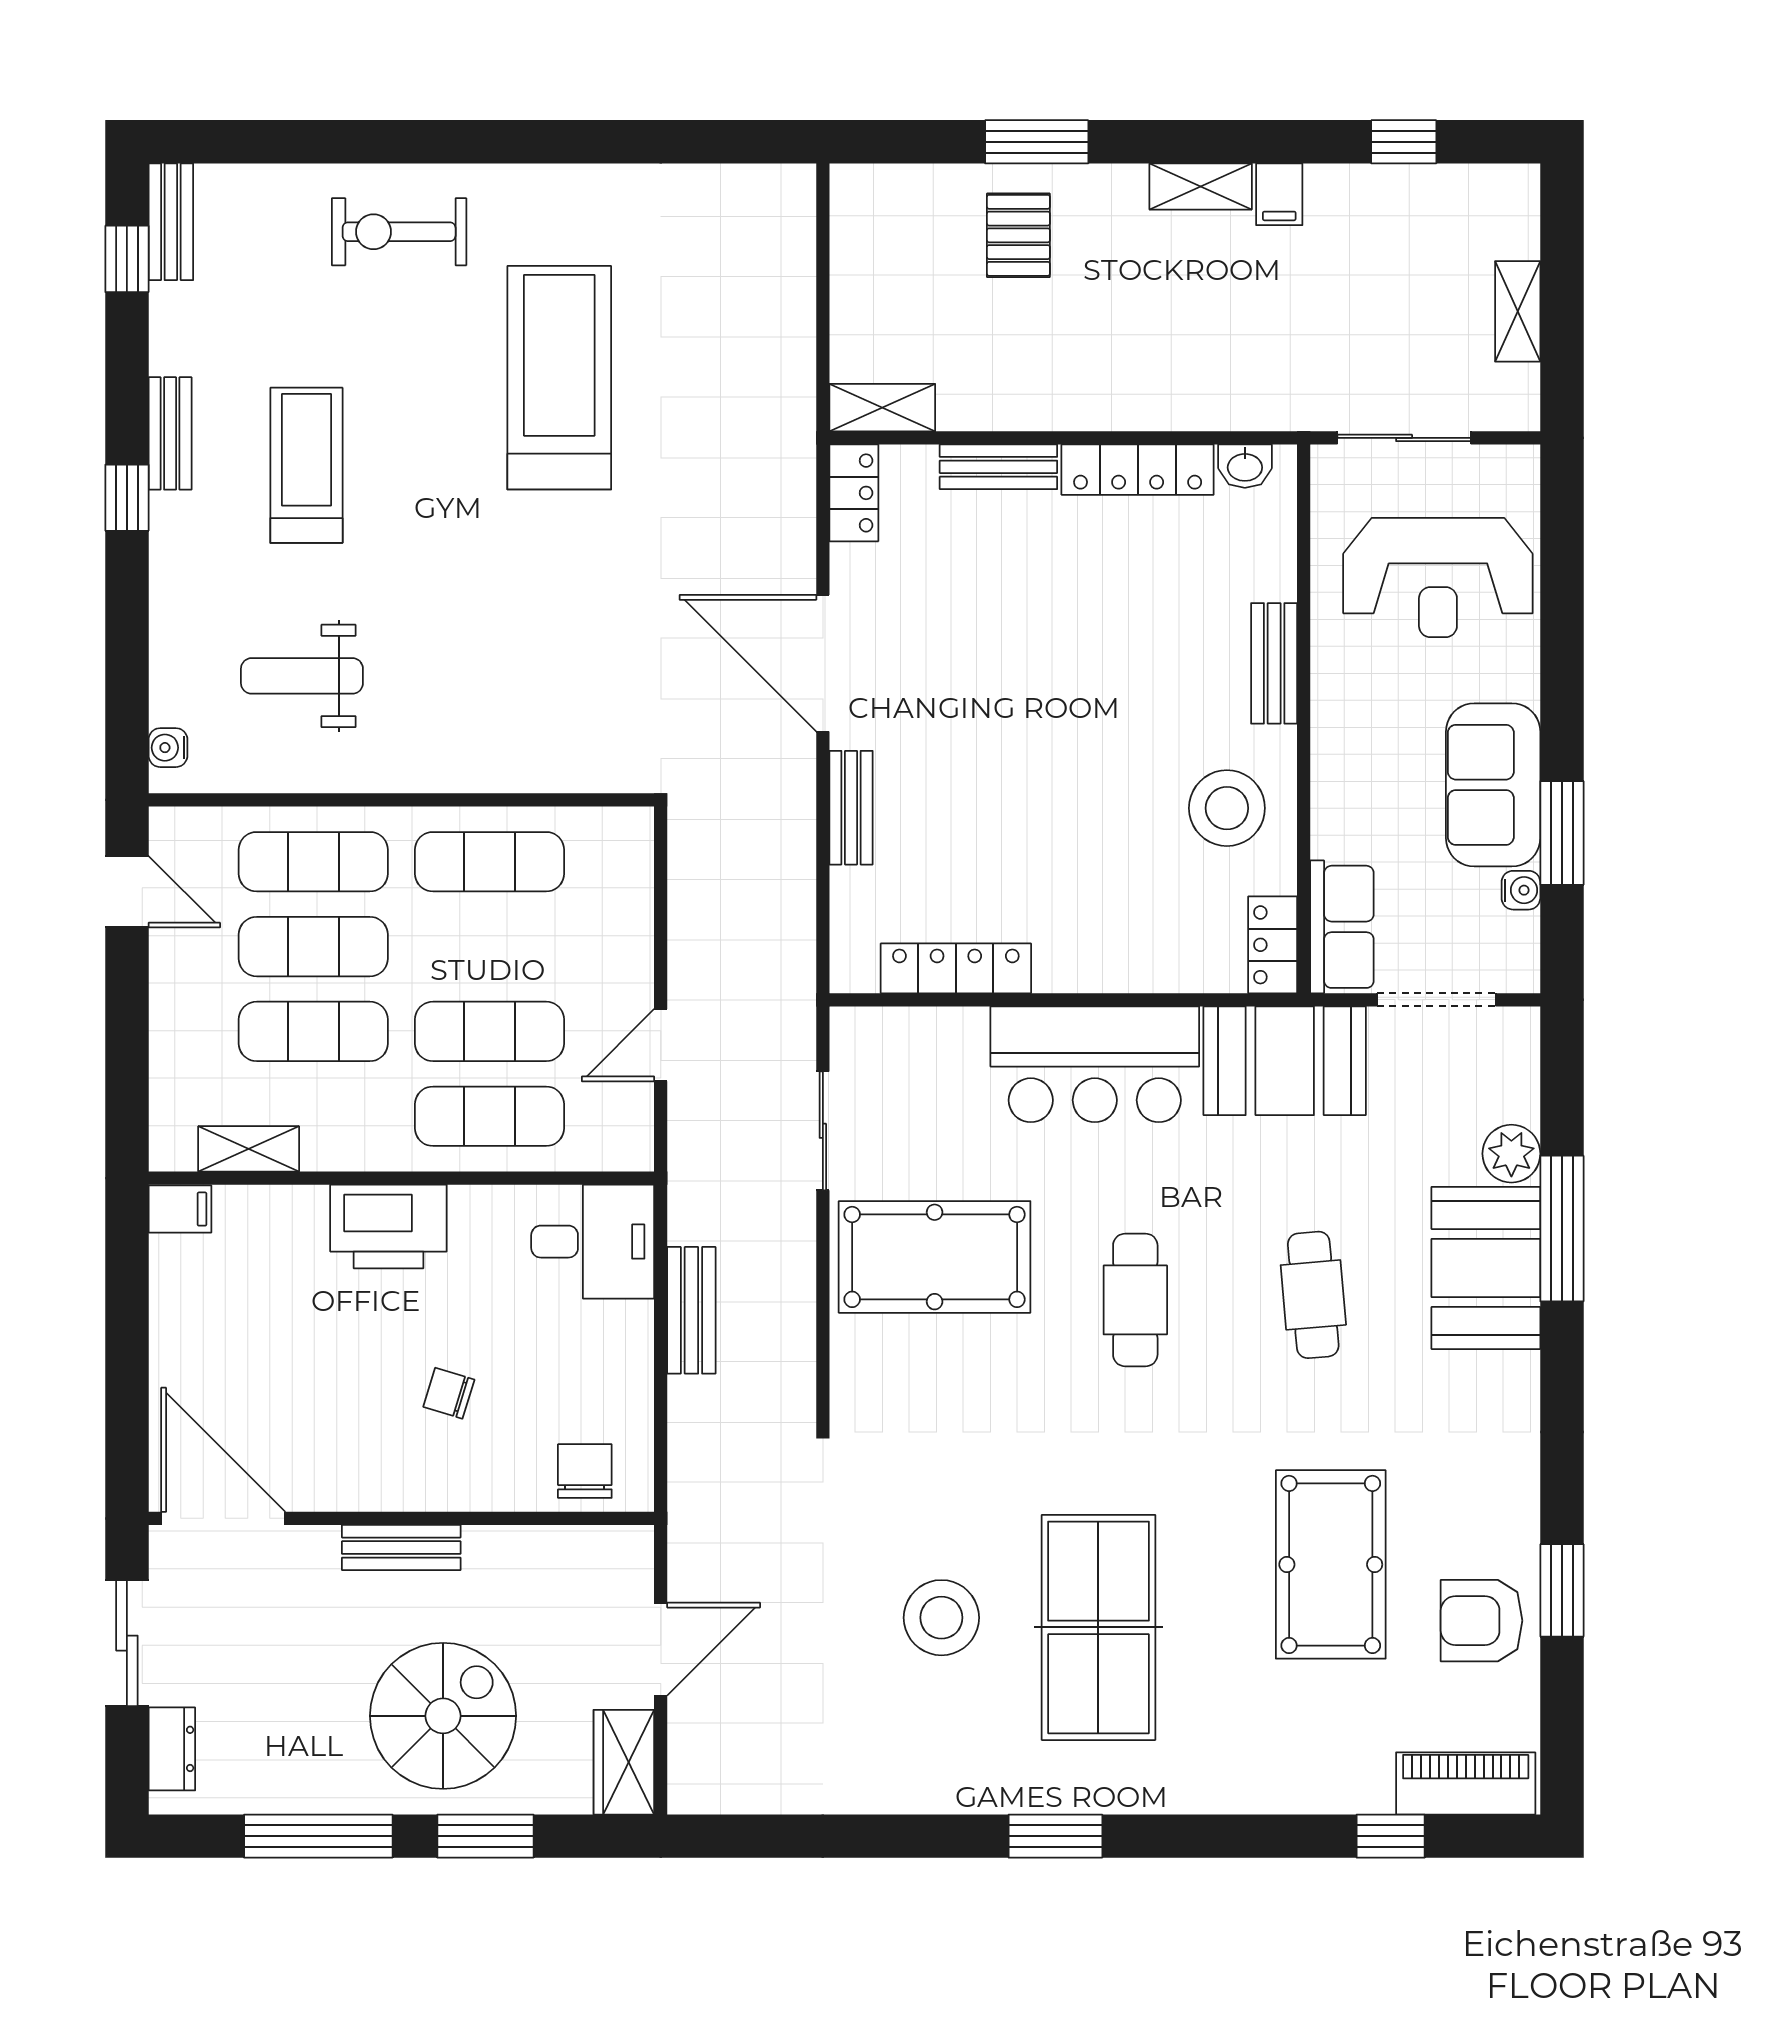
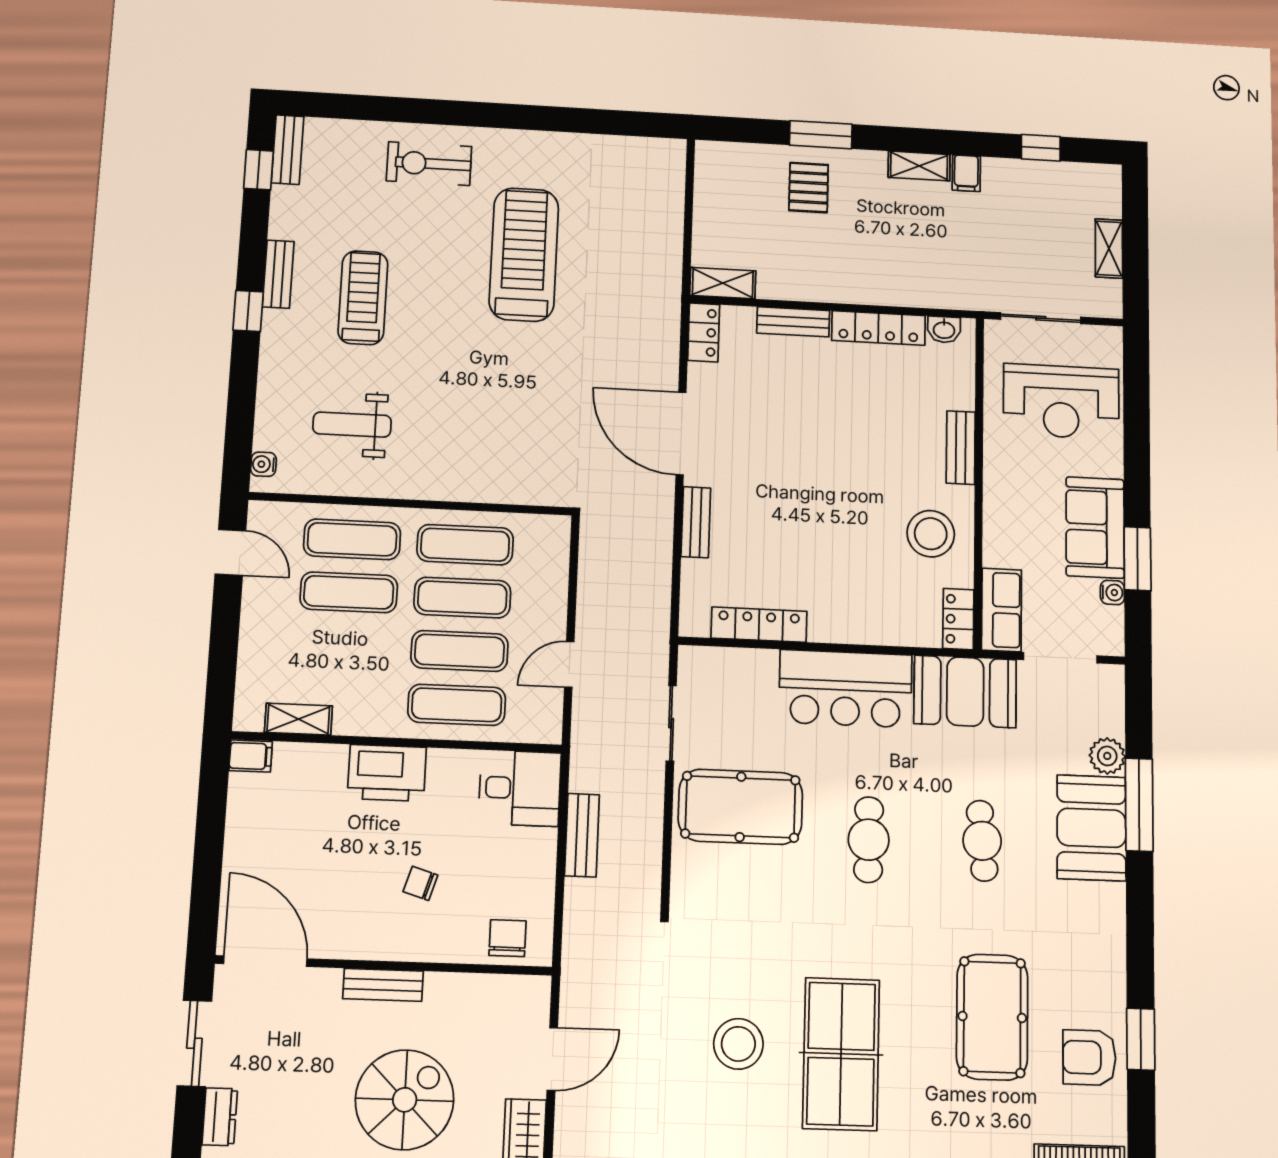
exercise mat: (313, 1031) -> (462, 598), moved

